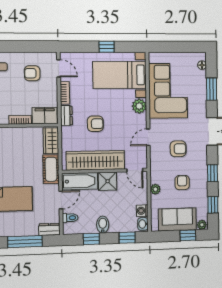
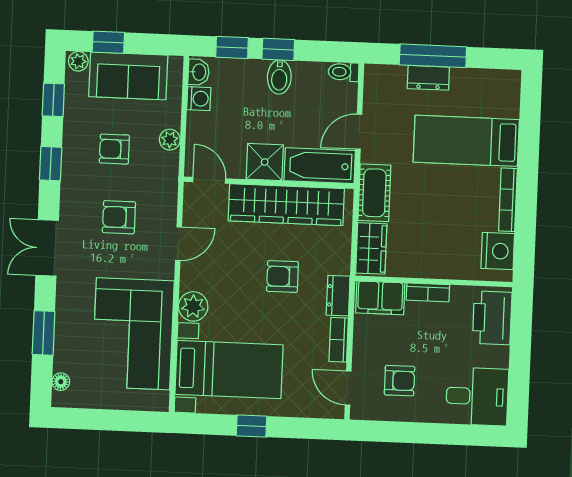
armchair: (182, 183) -> (114, 149), turned 90
toilet: (70, 218) -> (344, 72), moved
dresser: (49, 229) -> (428, 78), moved
window: (91, 239) -> (278, 49), moved

